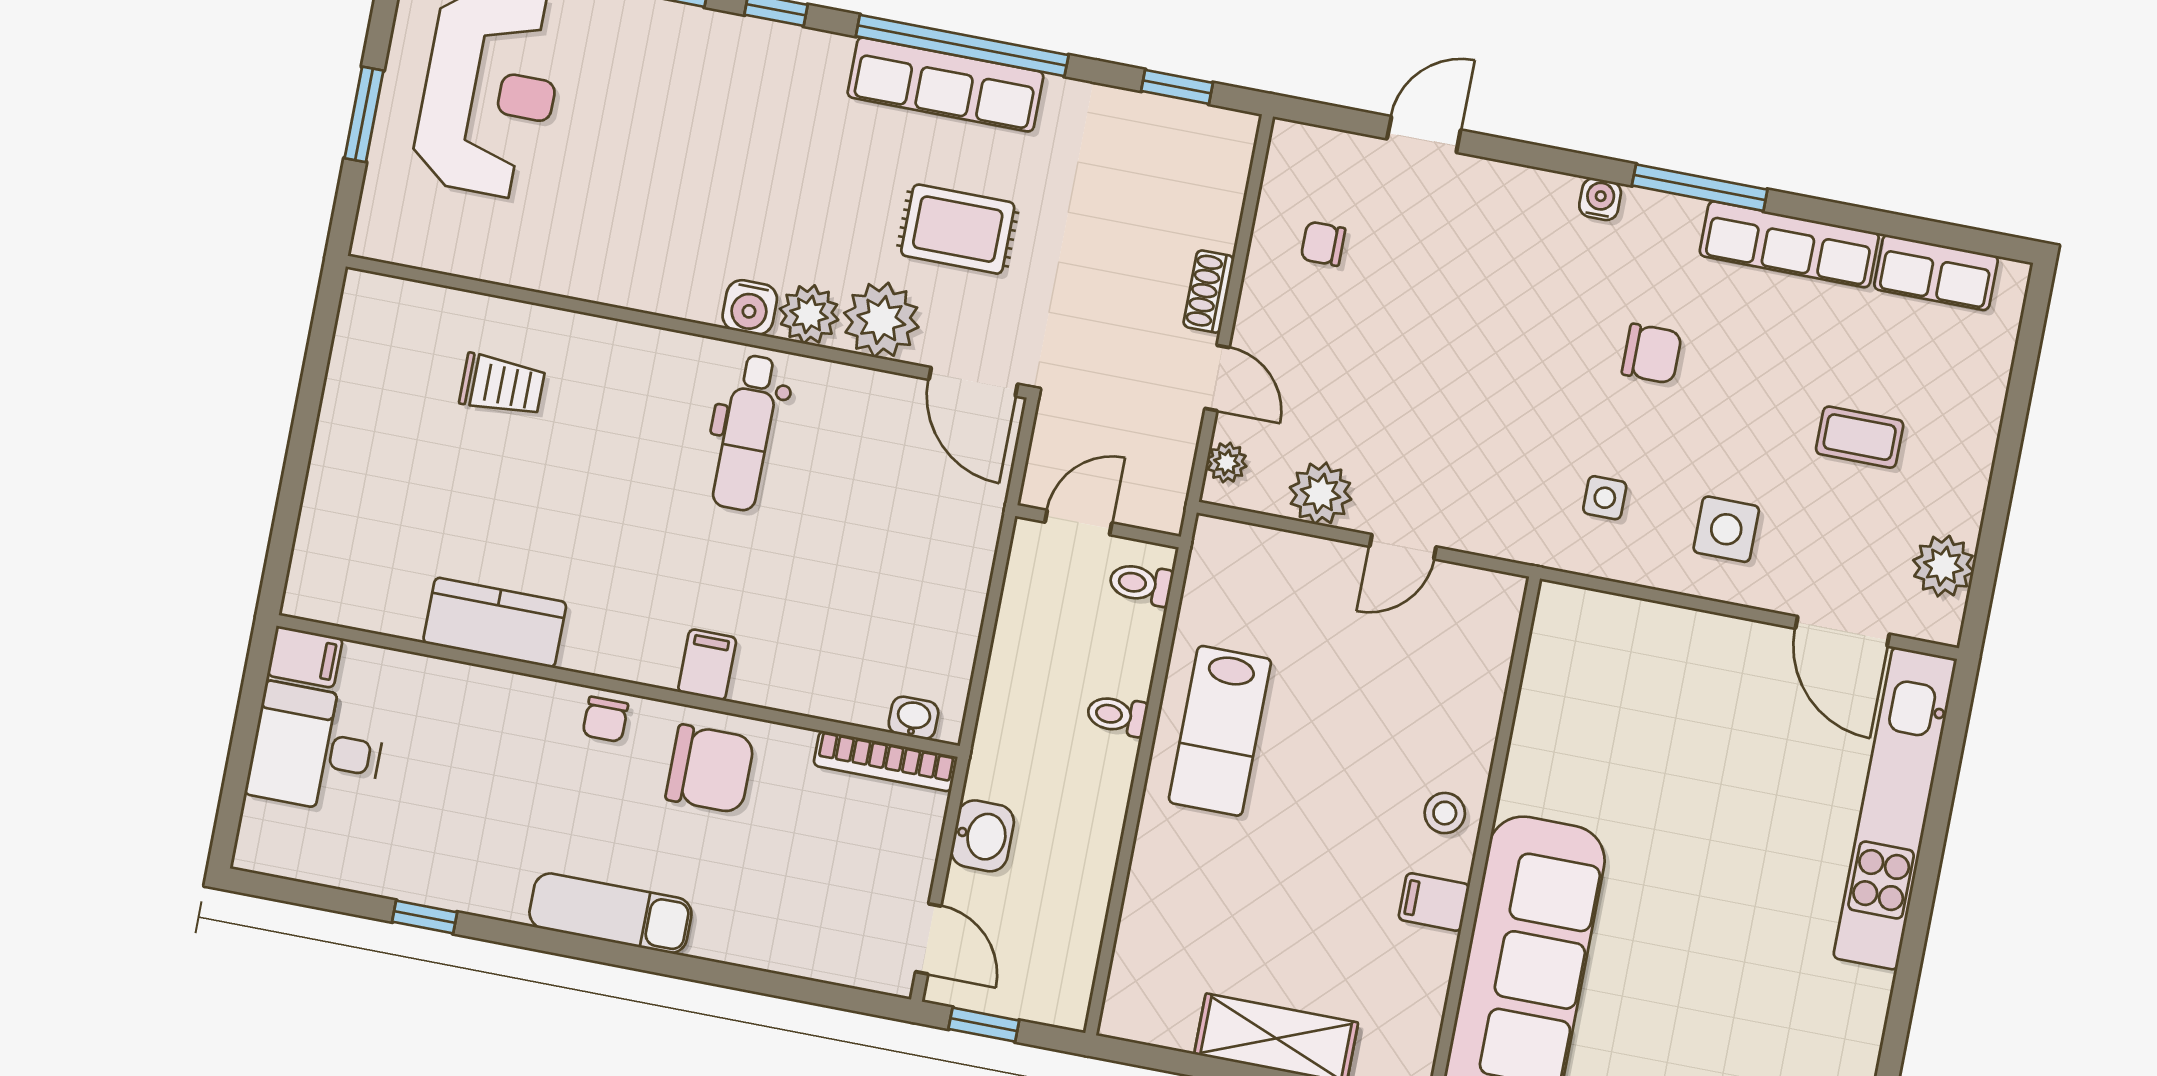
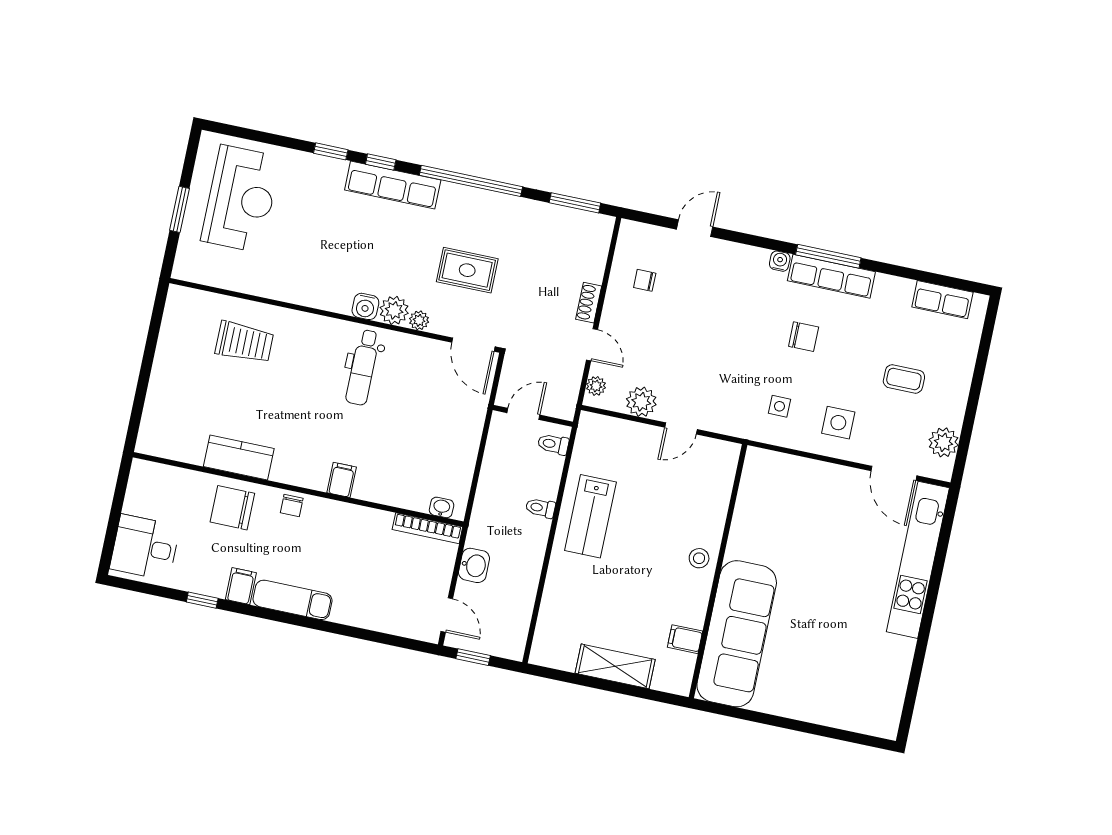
row of seats: (945, 85) -> (393, 185), moved
window: (1177, 87) -> (575, 203), width x1.50
row of seats: (1789, 244) -> (831, 276), moved
plant: (881, 320) -> (419, 320), width x0.53, depth x0.53
trolley: (502, 385) -> (244, 342), width x1.36, depth x1.39
filing cabinet: (305, 657) -> (241, 586), moved, turned -90
desk: (317, 749) -> (145, 547), moved
chair: (710, 769) -> (232, 508), moved, turned 180
filing cabinet: (1434, 902) -> (685, 639), moved

